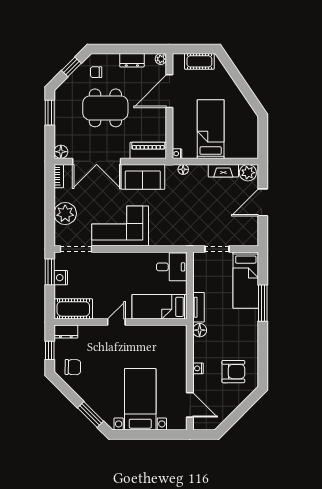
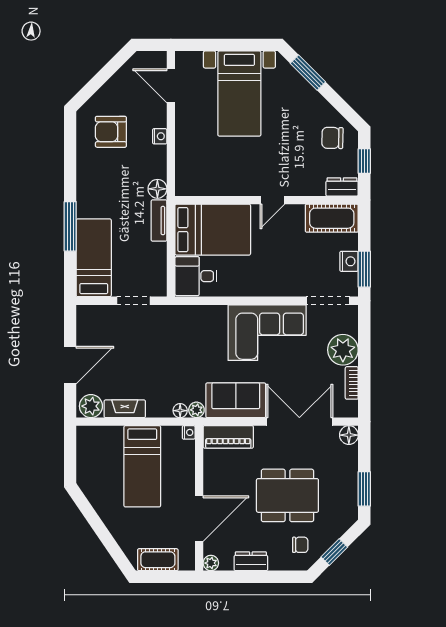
plant: (171, 170) -> (196, 410), added
bookcase: (59, 176) -> (352, 383), moved
bed: (160, 307) -> (213, 230), width x1.50

